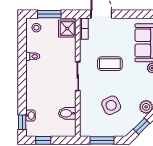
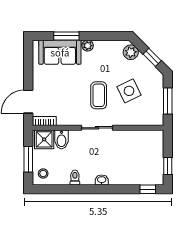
coffee table: (110, 64) -> (99, 95), moved
bidet: (67, 113) -> (61, 139), moved
washbasin: (31, 116) -> (102, 180), moved

